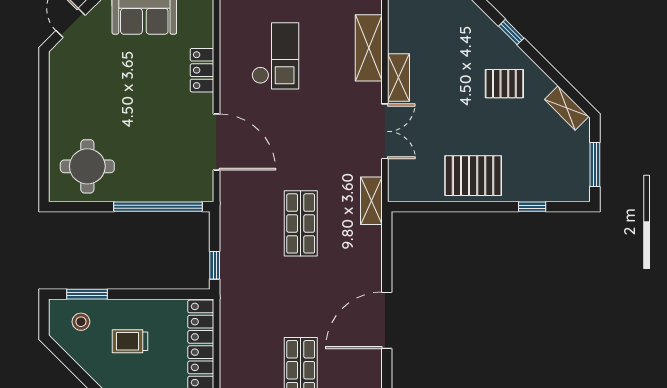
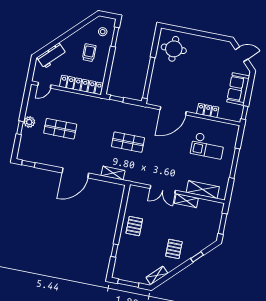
pallet: (473, 176) -> (134, 226), width x0.67, depth x0.71
shelving: (371, 201) -> (113, 173), moved
door: (387, 320) -> (75, 173), swing flipped

